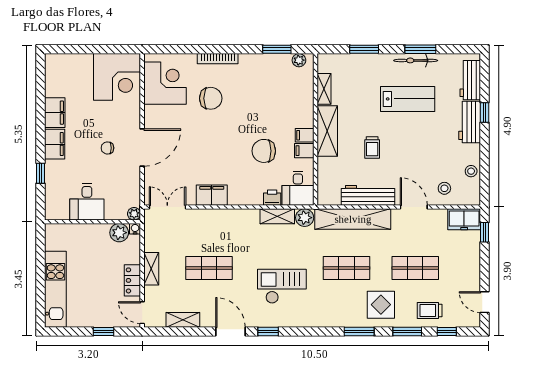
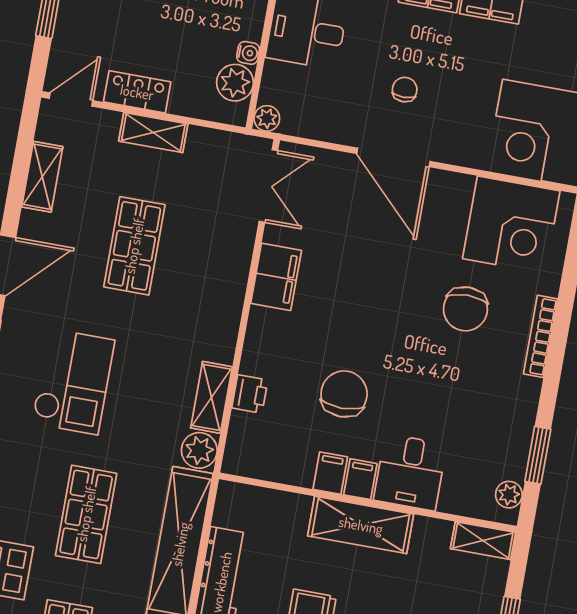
shelving: (324, 89) -> (483, 541), moved
desk: (298, 188) -> (410, 472), moved, turned -90
water cooler: (135, 229) -> (248, 53), moved

